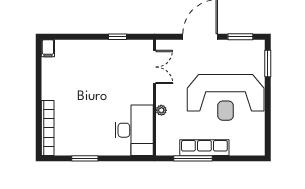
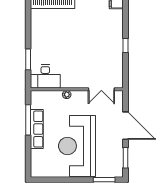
window: (117, 37) -> (125, 45), moved
desk: (134, 130) -> (45, 76), width x0.73, depth x0.77
window: (85, 158) -> (28, 59), moved

